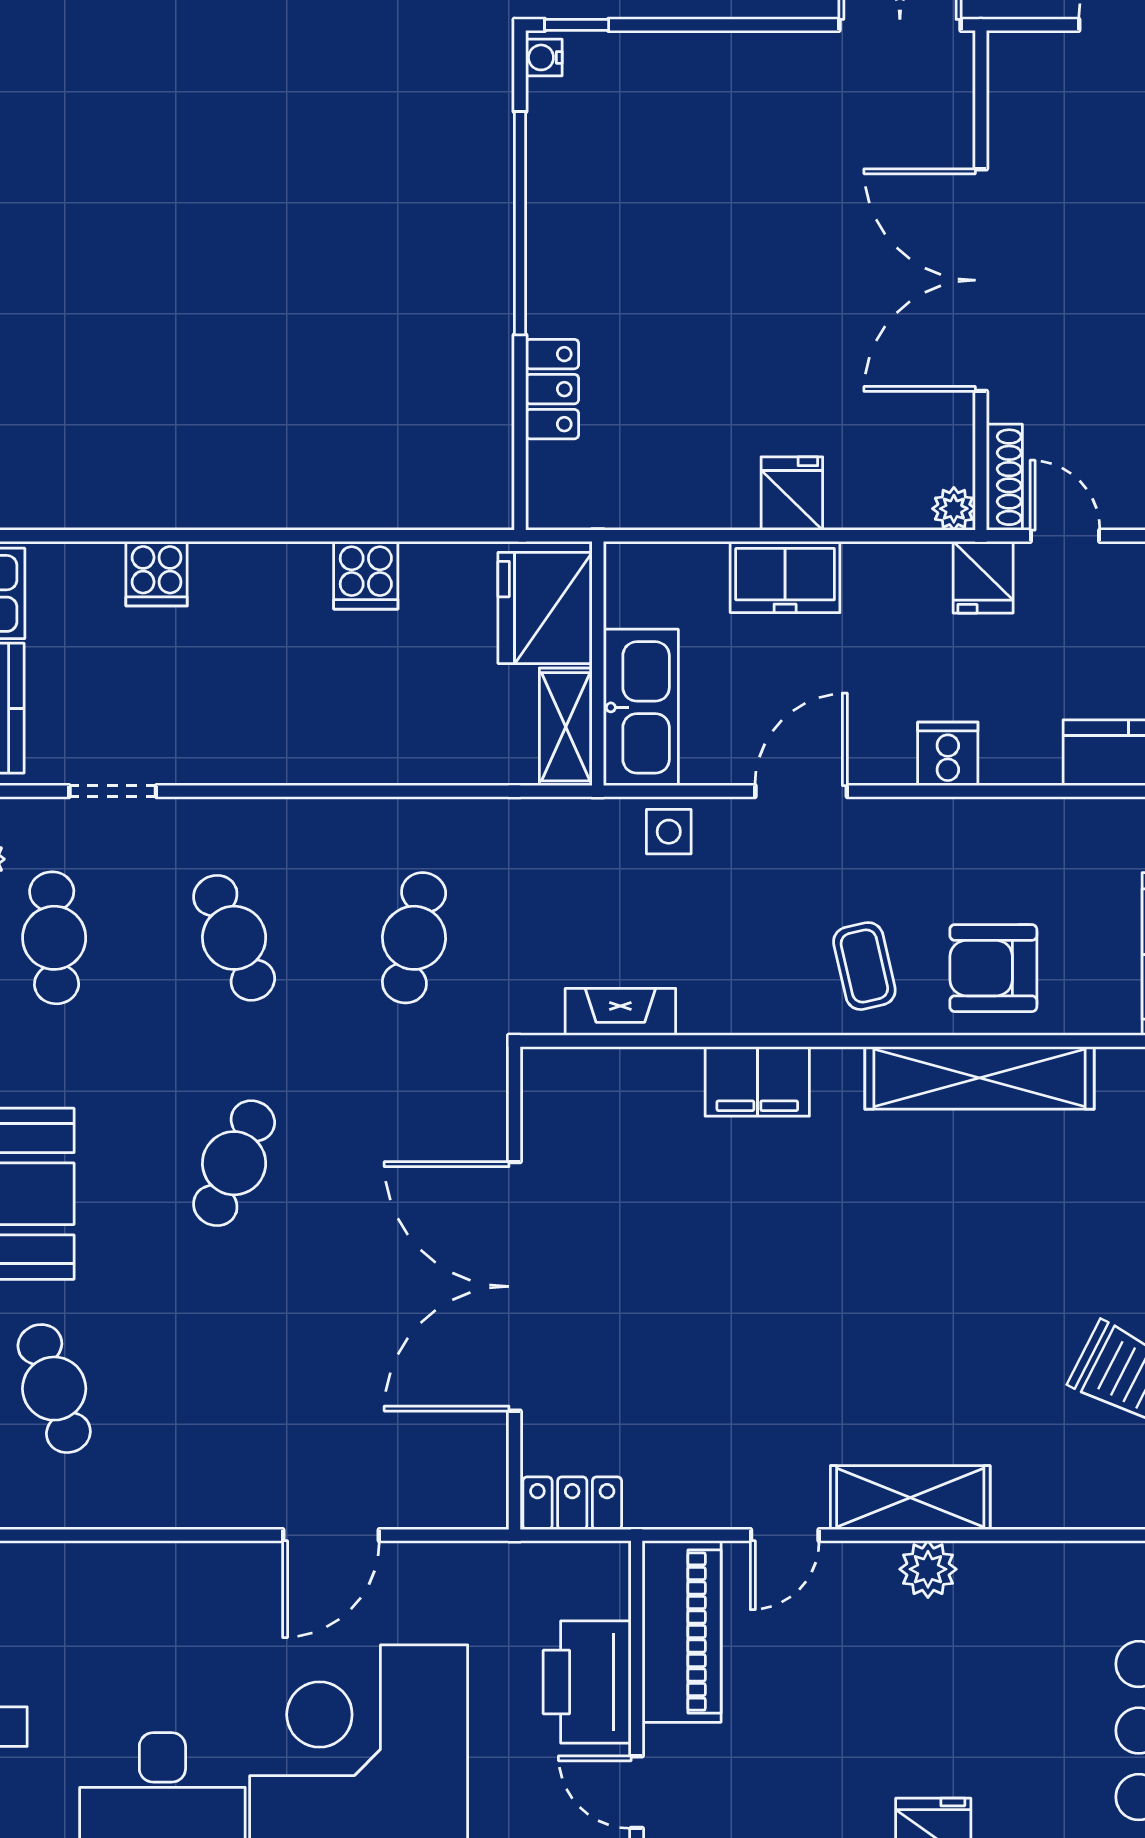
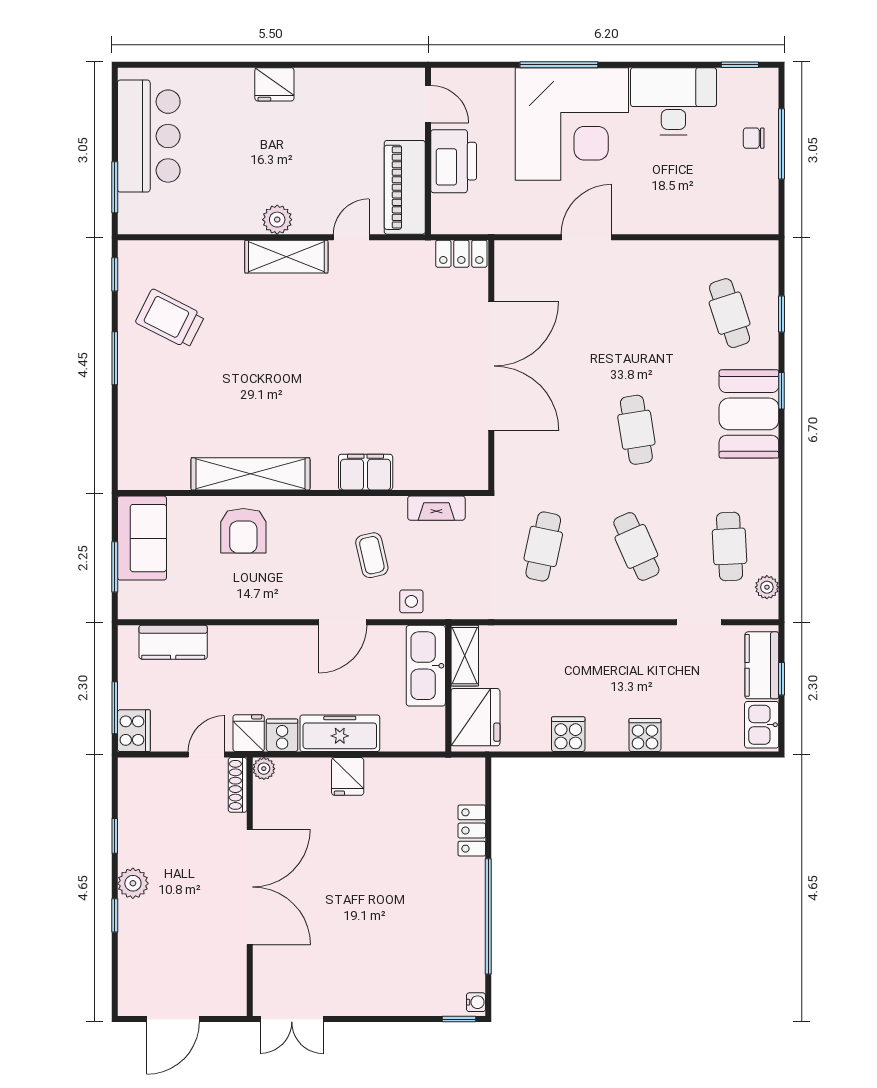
door: (1065, 536) -> (206, 755), swing flipped
cooker: (157, 574) -> (645, 735), moved
freezer: (785, 577) -> (340, 733), width x1.40
cooker: (948, 754) -> (282, 735), moved, turned 180
coffee table: (864, 966) -> (372, 555), moved
armchair: (993, 968) -> (243, 531), turned 90
cafe table: (234, 1163) -> (636, 430), turned -33

